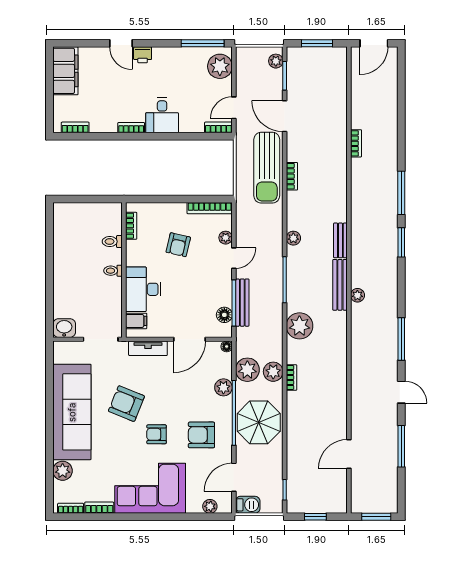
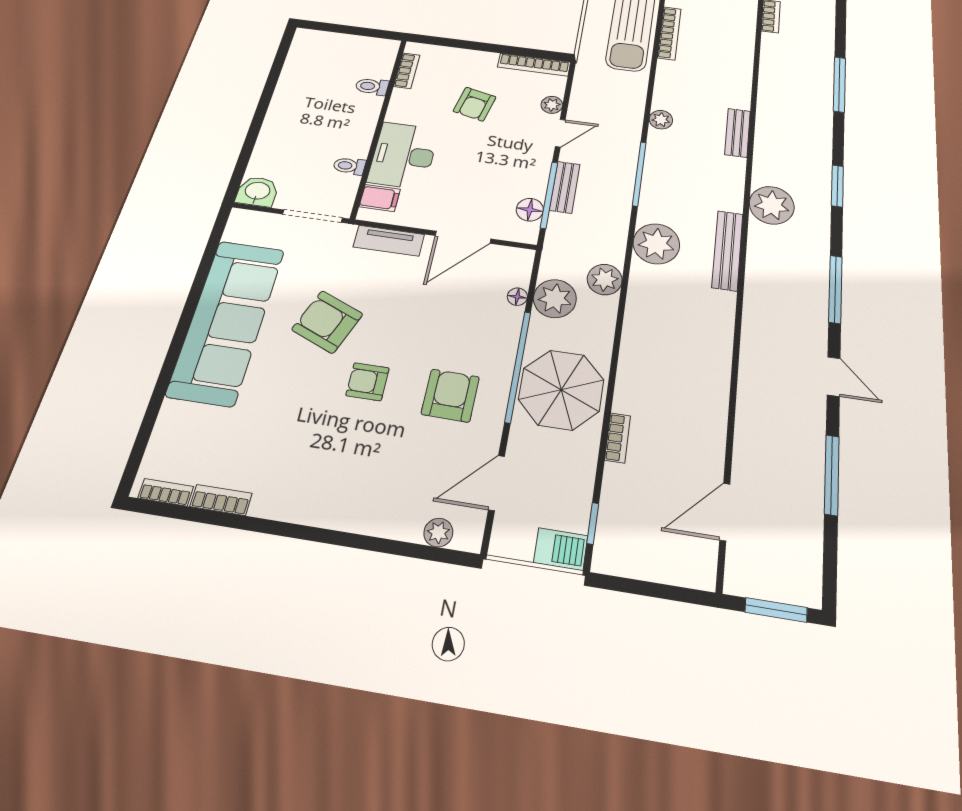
bookcase: (292, 176) -> (669, 33), width x1.56
window: (401, 242) -> (837, 186), moved
toilet: (113, 271) -> (349, 166), moved
bench: (340, 285) -> (727, 250), moved
plant: (357, 295) -> (772, 205), width x1.88, depth x1.88
bench: (242, 303) -> (565, 187), width x0.73
floor lamp: (227, 346) -> (517, 297), moved
plant: (273, 372) -> (605, 280), moved
bookcase: (291, 377) -> (618, 438), moved
plant: (223, 387) -> (507, 321), removed
armchair: (201, 435) -> (450, 395), turned 91
door: (349, 454) -> (725, 512), moved
plant: (63, 471) -> (175, 420), removed
corner sofa: (150, 488) -> (330, 478), removed
barbecue: (248, 505) -> (561, 549), moved
window: (315, 517) -> (649, 589), removed

